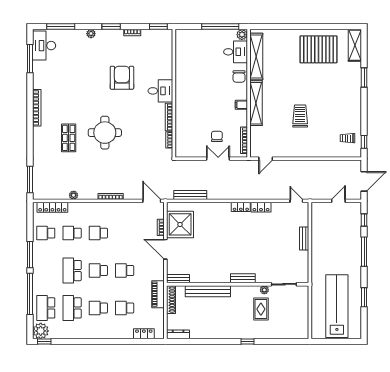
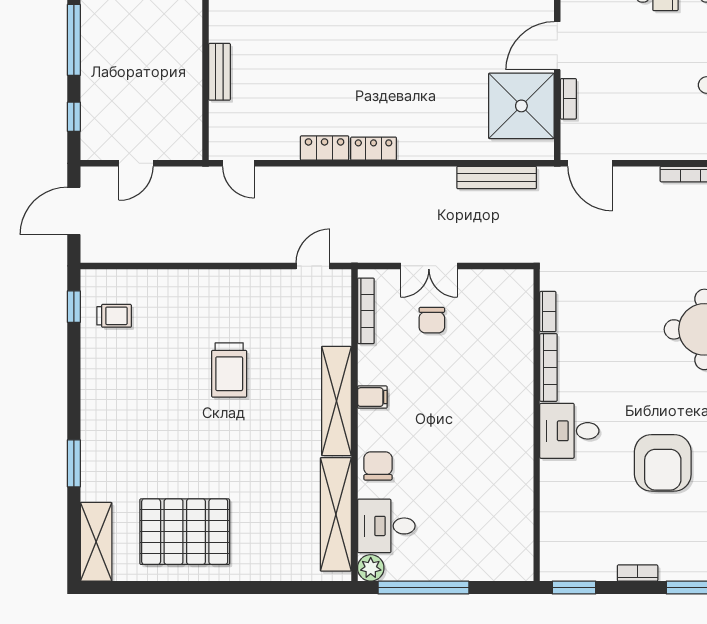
door: (165, 249) -> (557, 46), swing flipped

